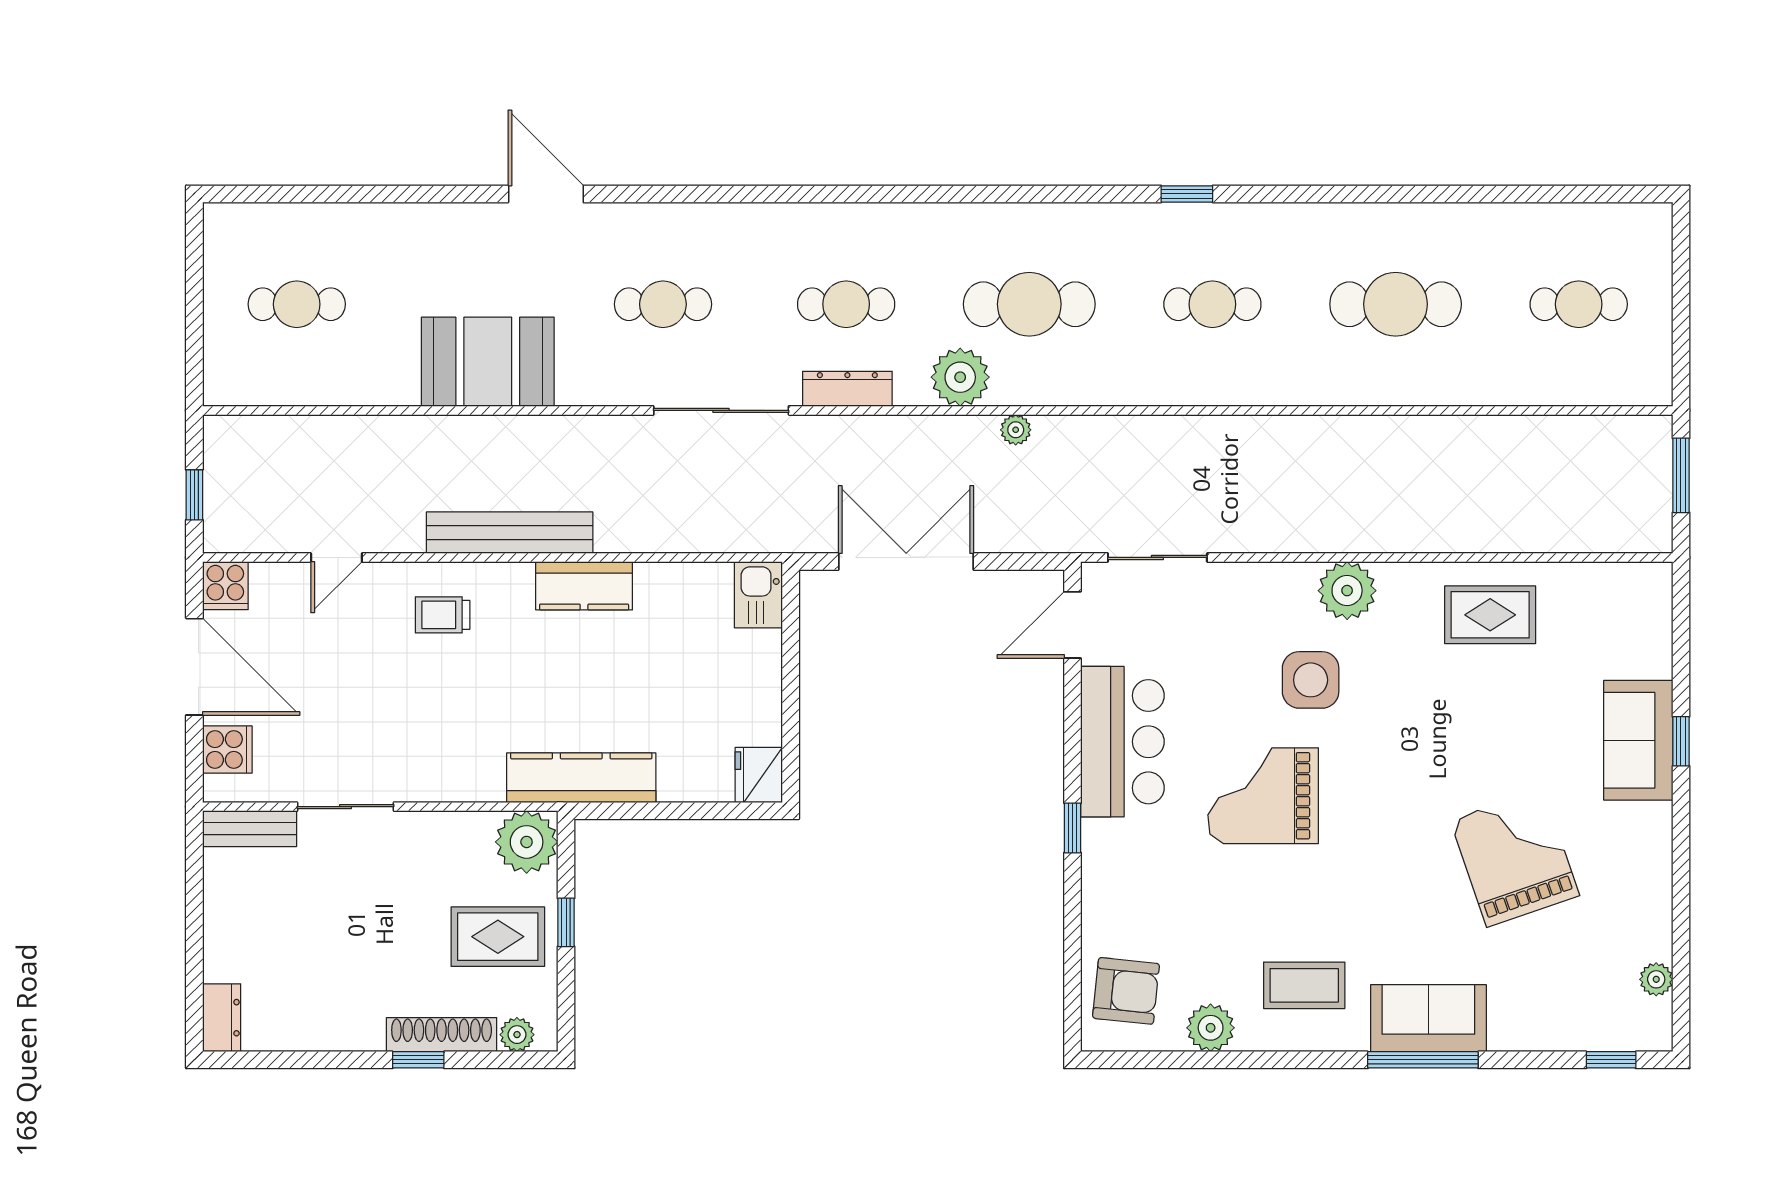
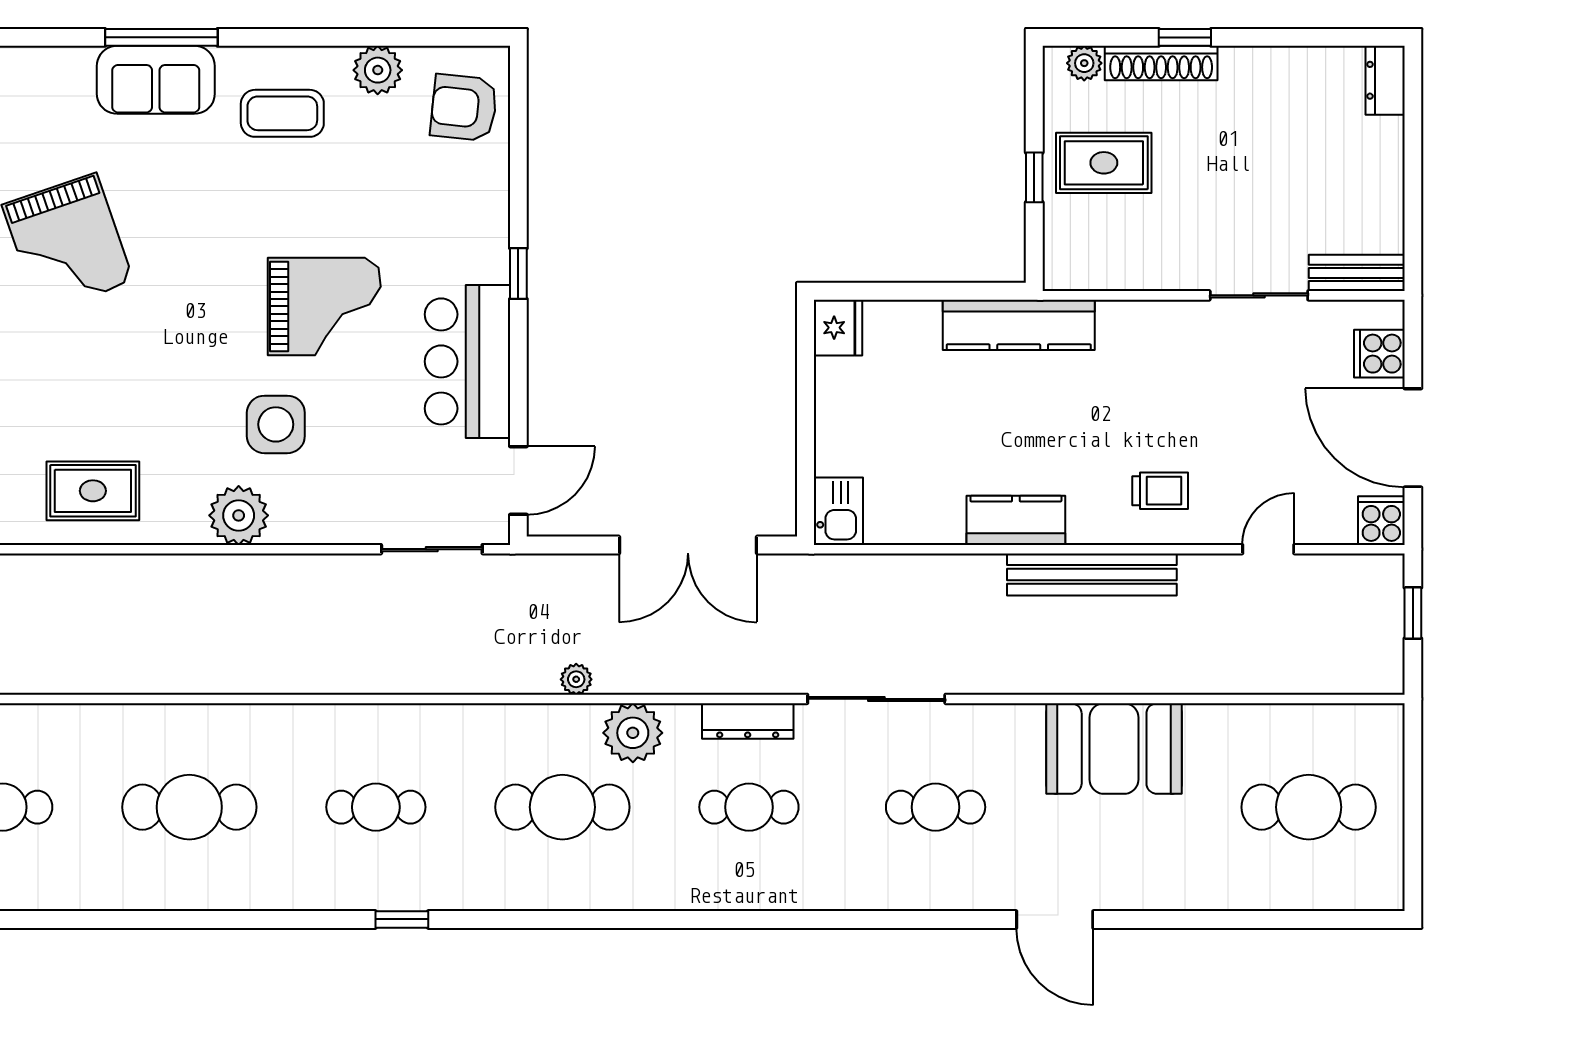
cafe table: (297, 304) -> (1309, 807), width x1.37, depth x1.35
plant: (527, 842) -> (1075, 259), removed

